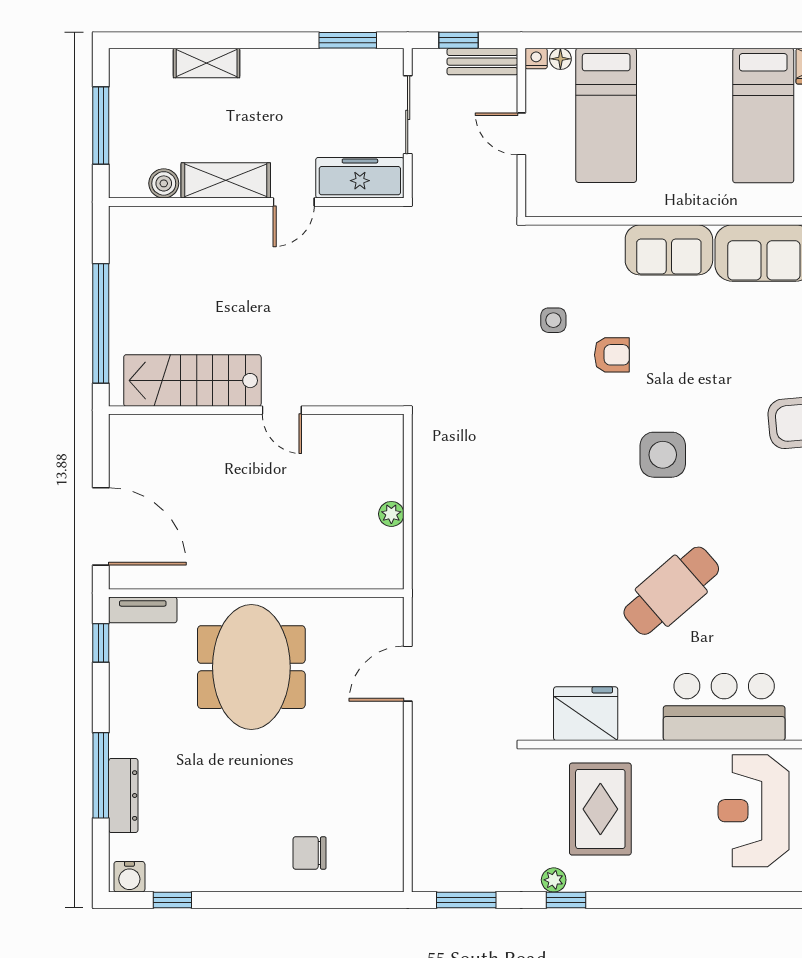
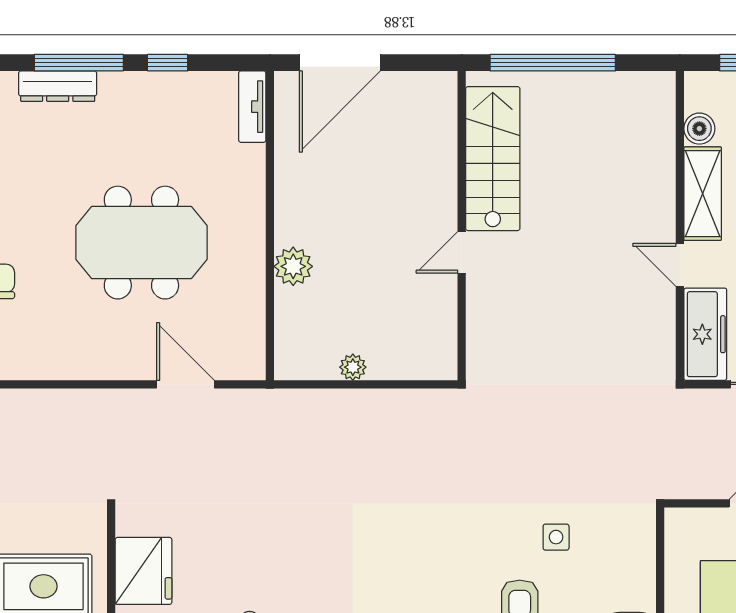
plant: (295, 571) -> (293, 266), added
window: (101, 643) -> (168, 63), moved
meeting table: (251, 667) -> (141, 243), moved

